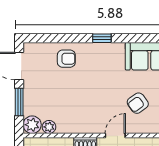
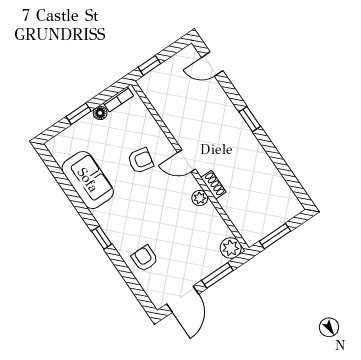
armchair: (138, 103) -> (141, 161), turned -42
plant: (49, 127) -> (200, 198), moved

